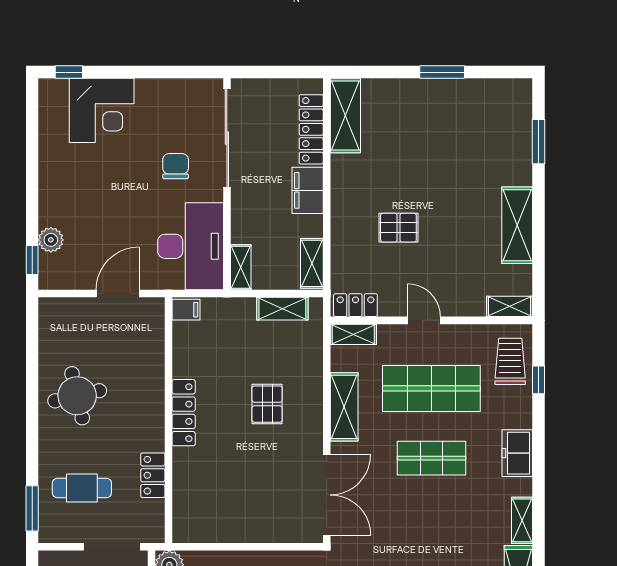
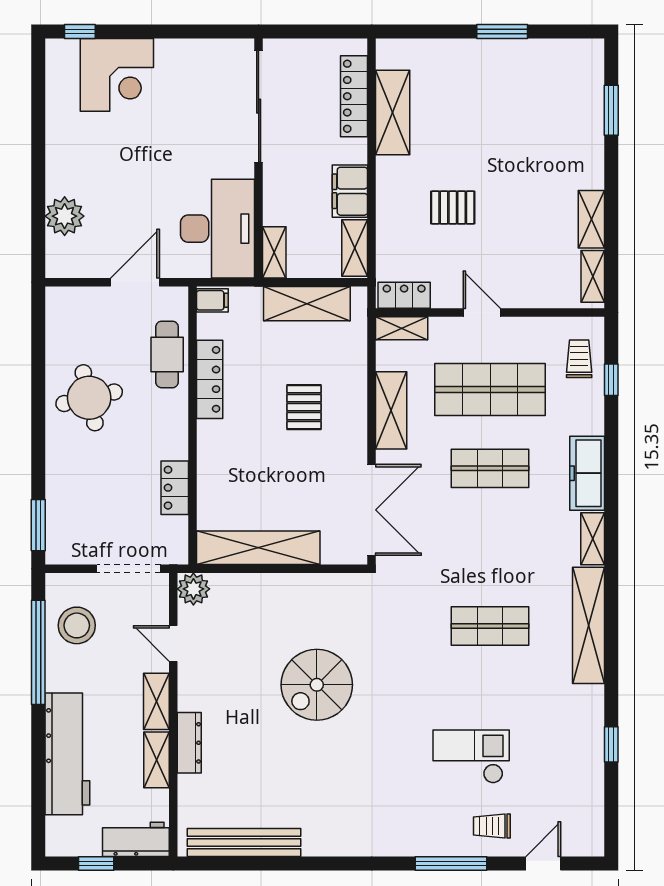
shelving: (345, 116) -> (393, 113), moved
chair: (176, 166) -> (201, 138), removed
filing cabinet: (308, 190) -> (350, 191), moved
shelving: (517, 225) -> (591, 219), width x0.67, depth x0.75
plant: (51, 240) -> (65, 216), width x1.36, depth x1.36
window: (32, 260) -> (38, 244), removed
shelving: (510, 306) -> (593, 276), moved, turned 90
shelving: (282, 309) -> (307, 304), width x1.50, depth x1.33
trolley: (510, 361) -> (579, 359), width x0.73, depth x0.72
locker: (184, 413) -> (210, 379), moved
freezer: (517, 453) -> (587, 473), width x1.40
cafe table: (82, 488) -> (167, 354), moved, turned 90
shelving: (227, 528) -> (258, 548), added

